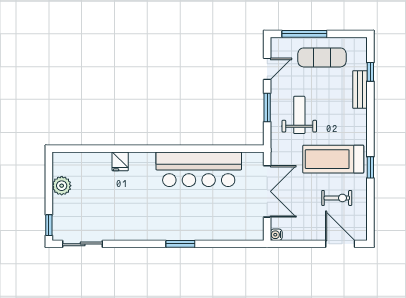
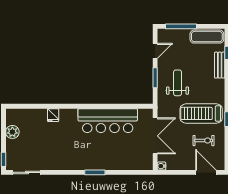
exercise mat: (322, 57) -> (207, 37), moved

